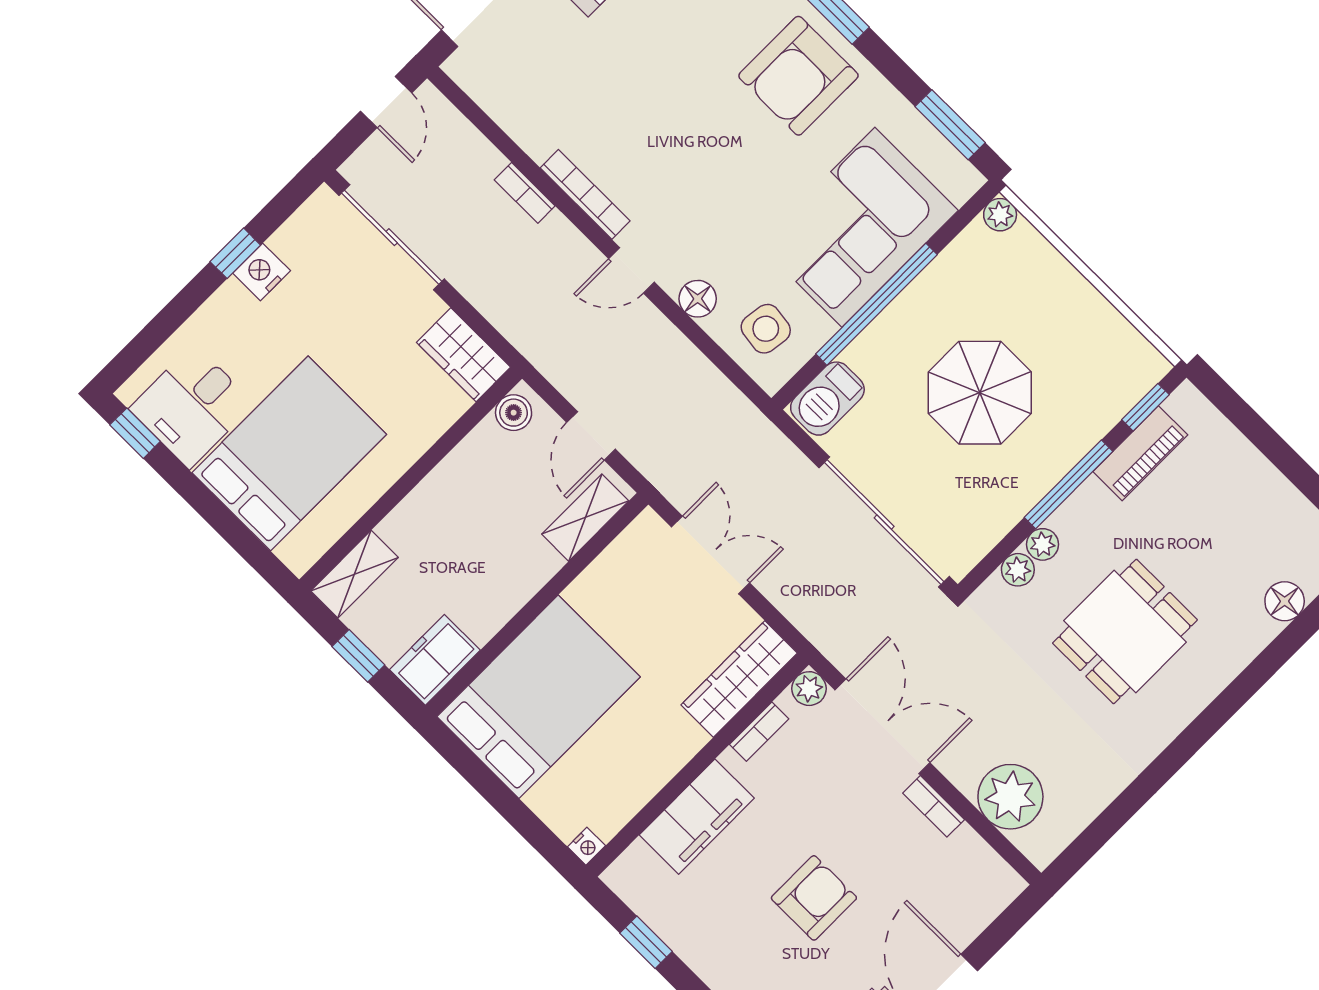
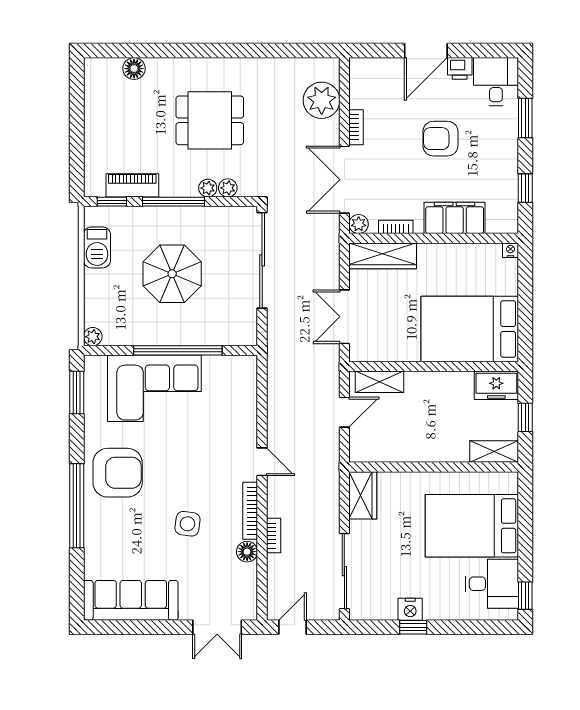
floor lamp: (698, 299) -> (247, 552), moved
side table: (766, 329) -> (187, 524), moved
barbecue: (827, 399) -> (97, 247), moved, turned 90
boiler: (514, 413) -> (366, 452), removed

